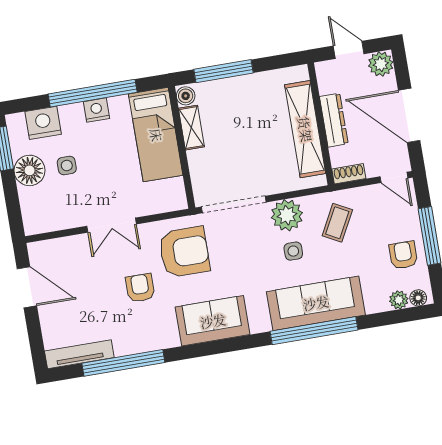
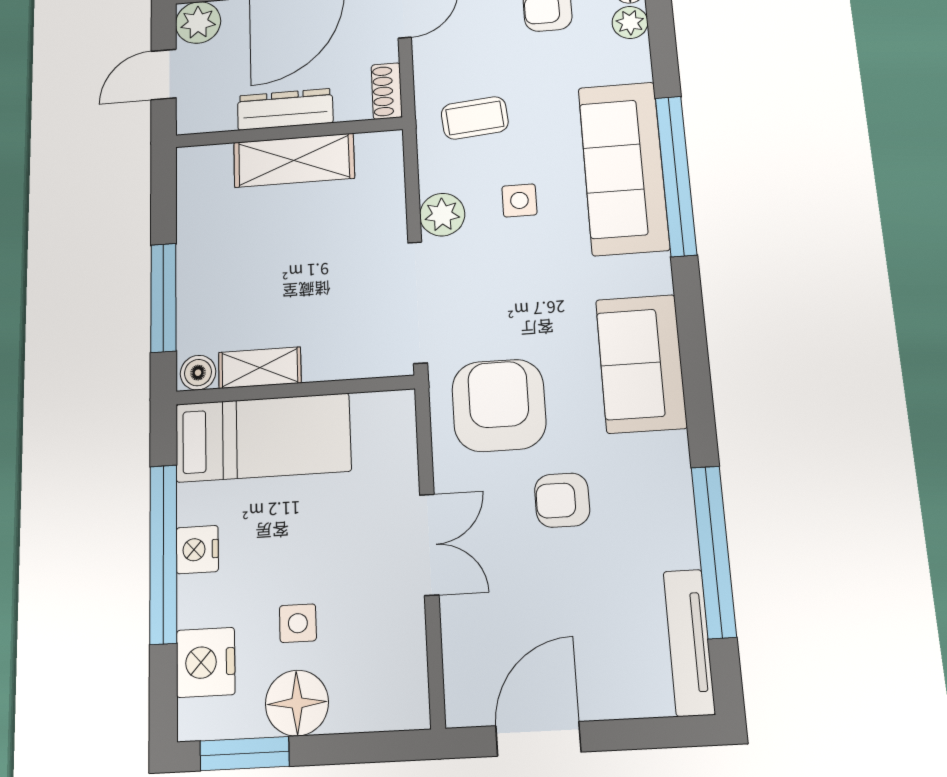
shelving: (305, 129) -> (294, 160), width x0.68
plant: (287, 215) -> (442, 215), width x0.73, depth x0.73
coffee table: (337, 223) -> (475, 118), turned -33

